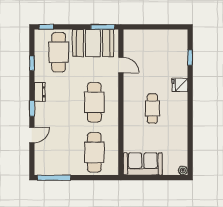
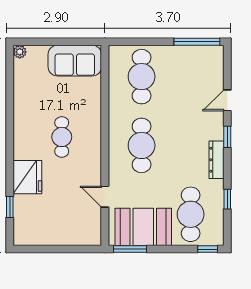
fridge: (180, 85) -> (27, 177), width x1.88, depth x1.34
dresser: (40, 92) -> (216, 160), width x1.44

